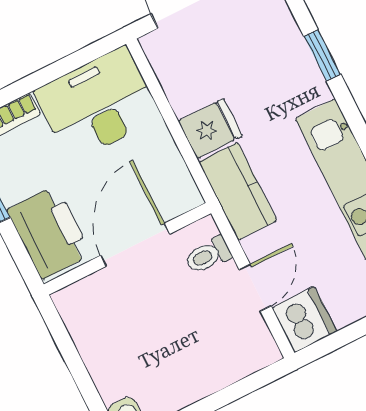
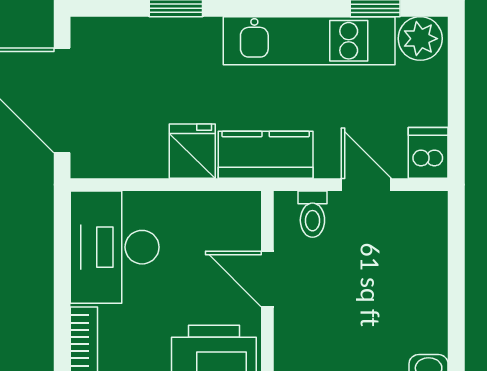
door: (135, 245) -> (267, 279), width x0.73
dishwasher: (304, 320) -> (428, 153), width x0.73

